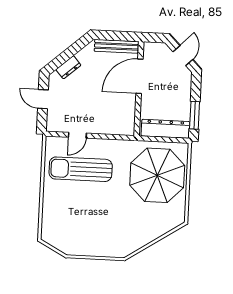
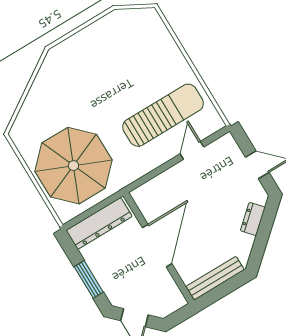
door: (139, 76) -> (157, 246), moved
window: (195, 115) -> (89, 279), moved

